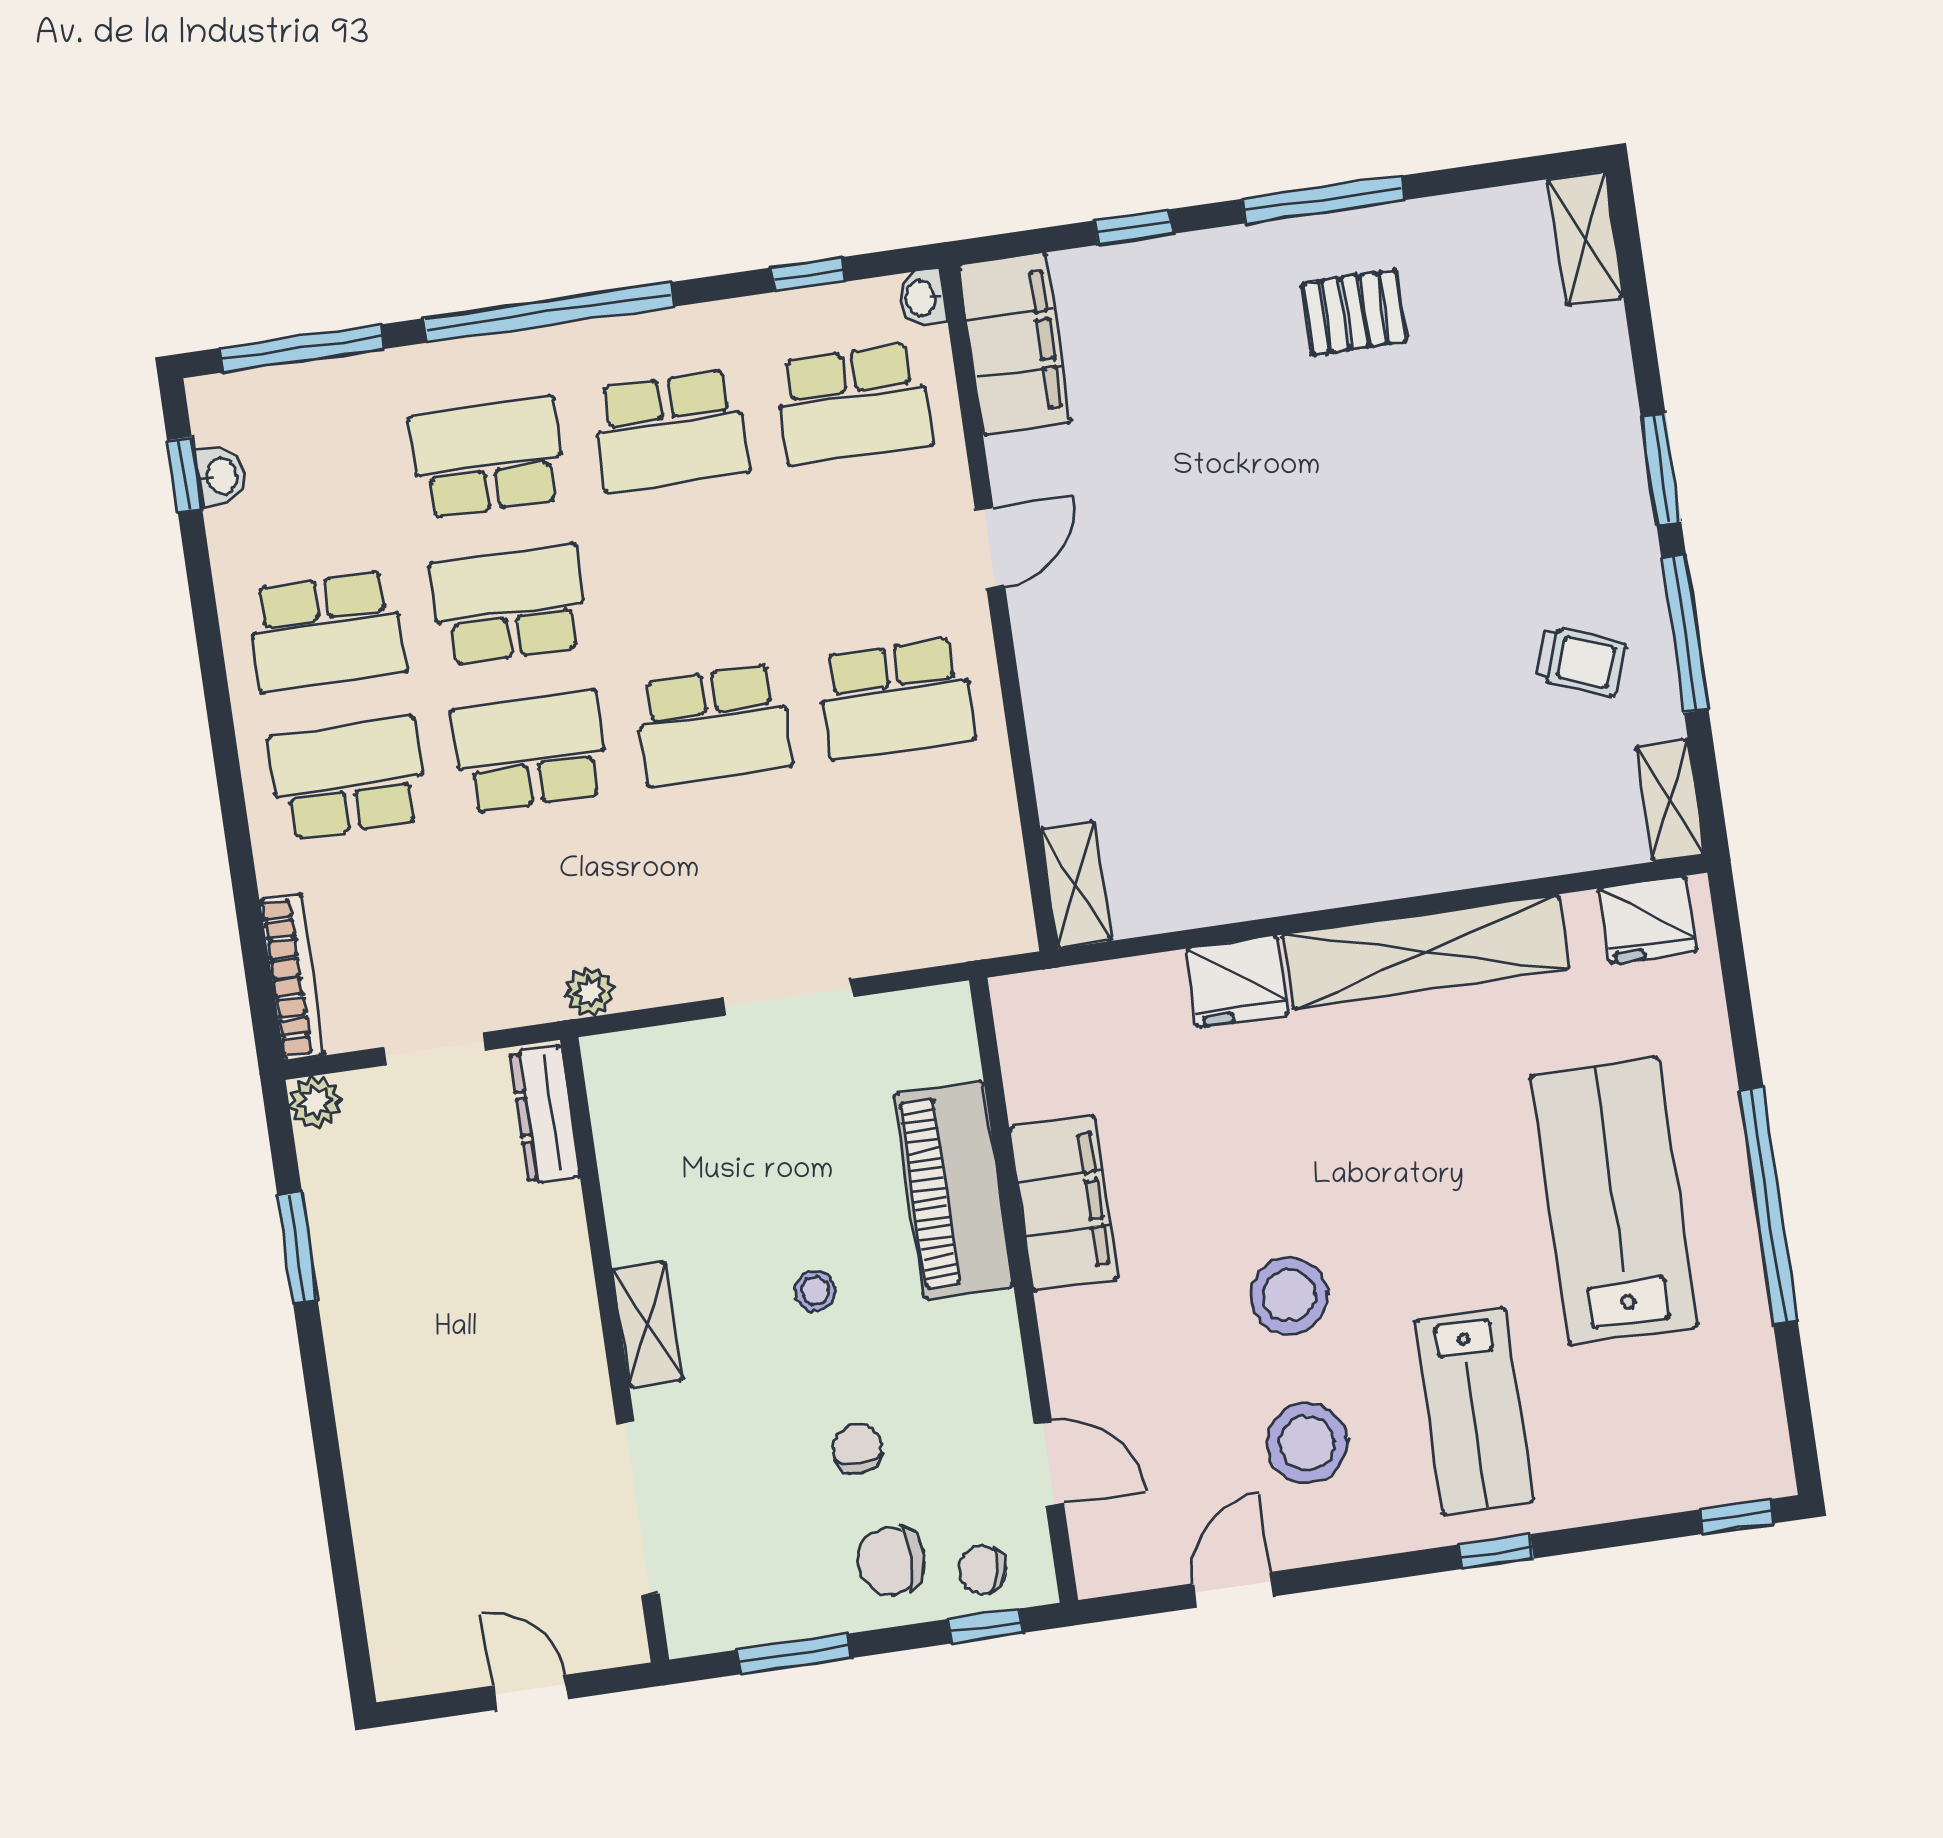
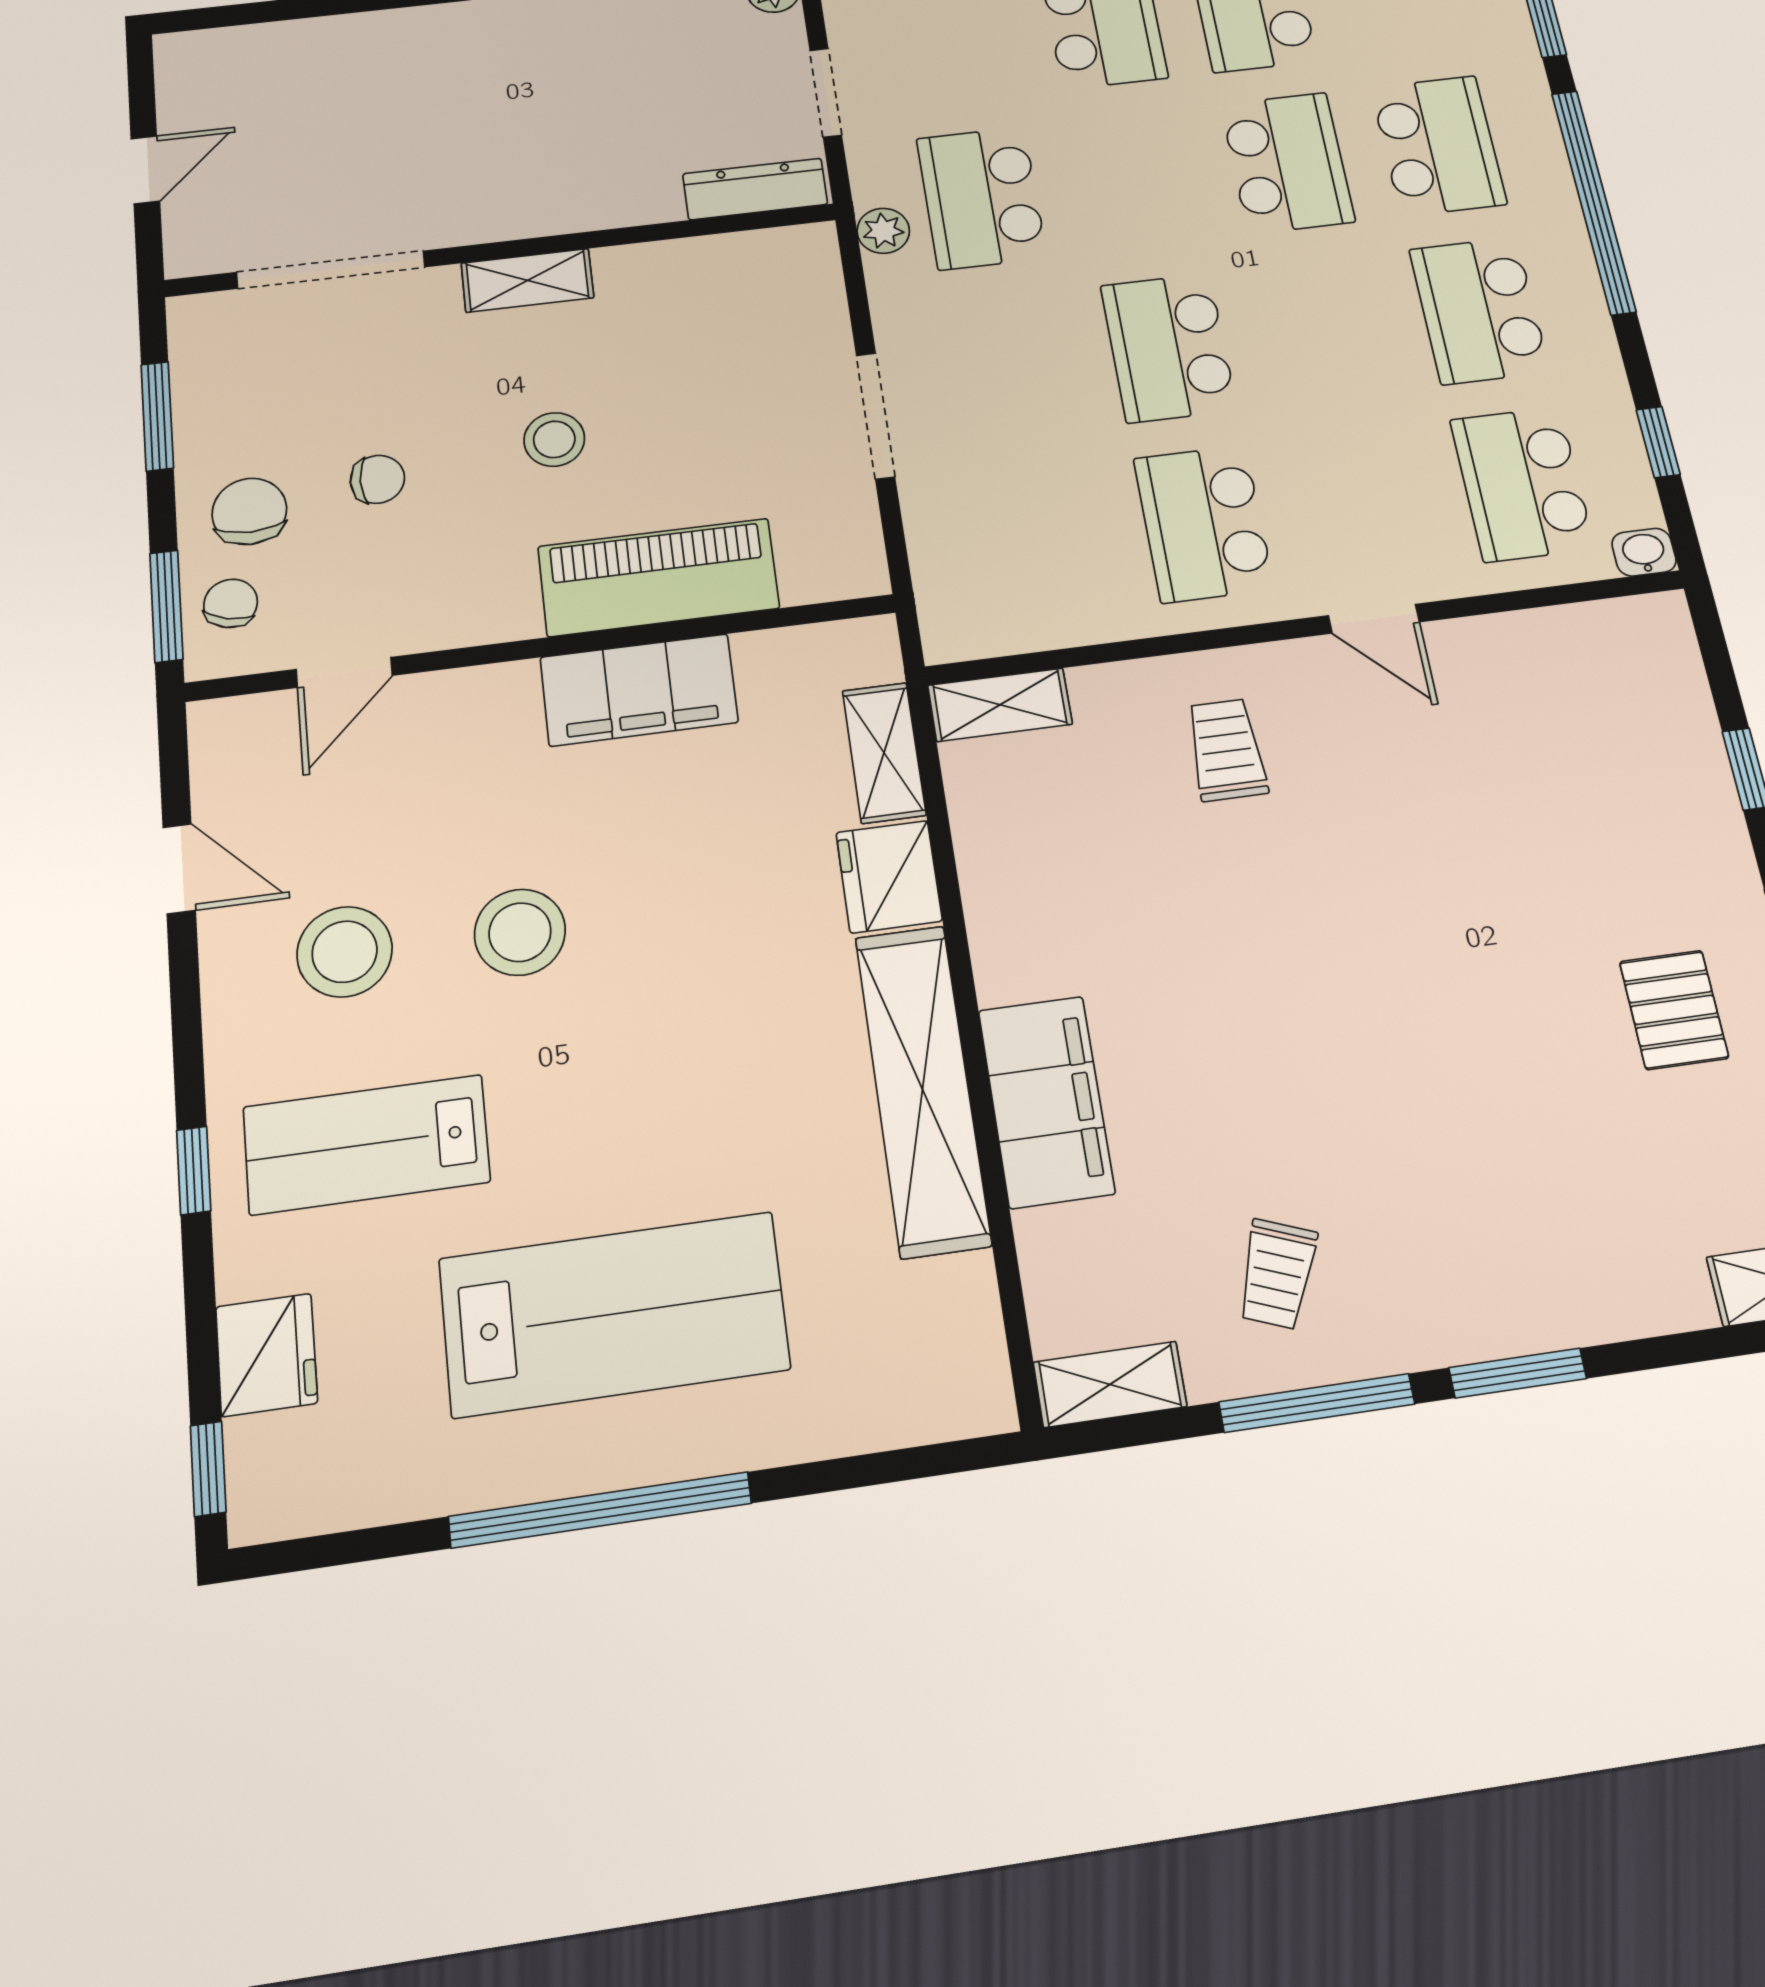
filing cabinet: (1015, 344) -> (1046, 1101), moved, turned -90
trolley: (1118, 686) -> (1226, 750), added
school desk: (531, 752) -> (982, 198), moved, turned 180
fridge: (1648, 920) -> (266, 1355), moved, turned 180
shelving: (1122, 987) -> (884, 753), added
stool: (815, 1291) -> (554, 439), width x1.37, depth x1.37
window: (986, 1626) -> (166, 606), width x1.50

